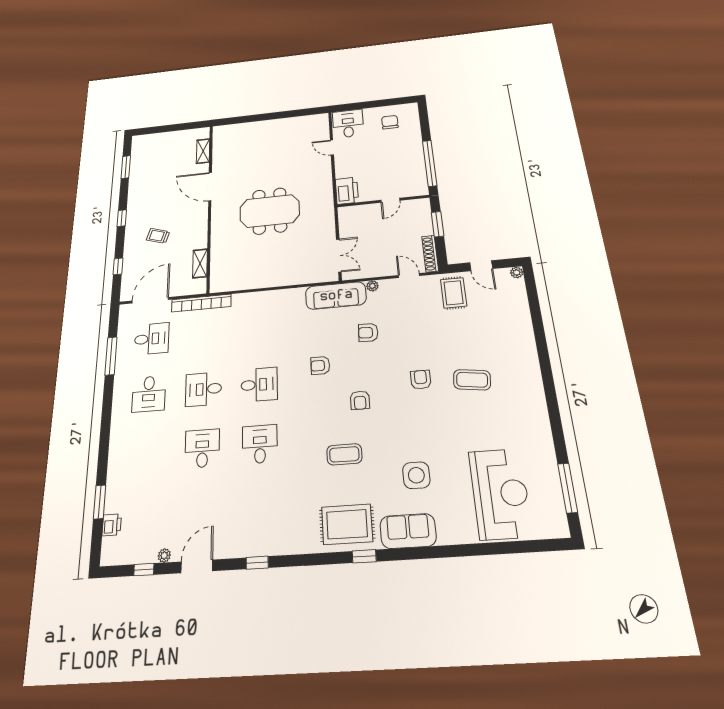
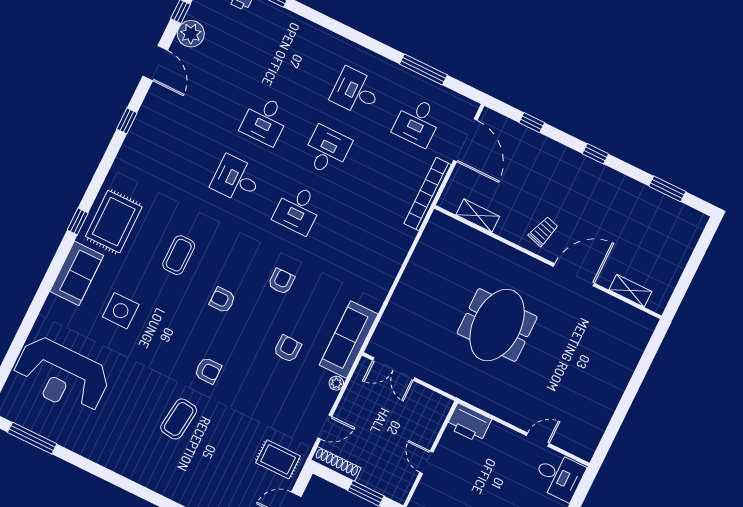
trolley: (158, 236) -> (543, 231), moved
desk: (260, 444) -> (236, 179), turned 180
desk: (202, 448) -> (265, 120), turned 90
plant: (164, 555) -> (191, 34), width x1.88, depth x1.88

